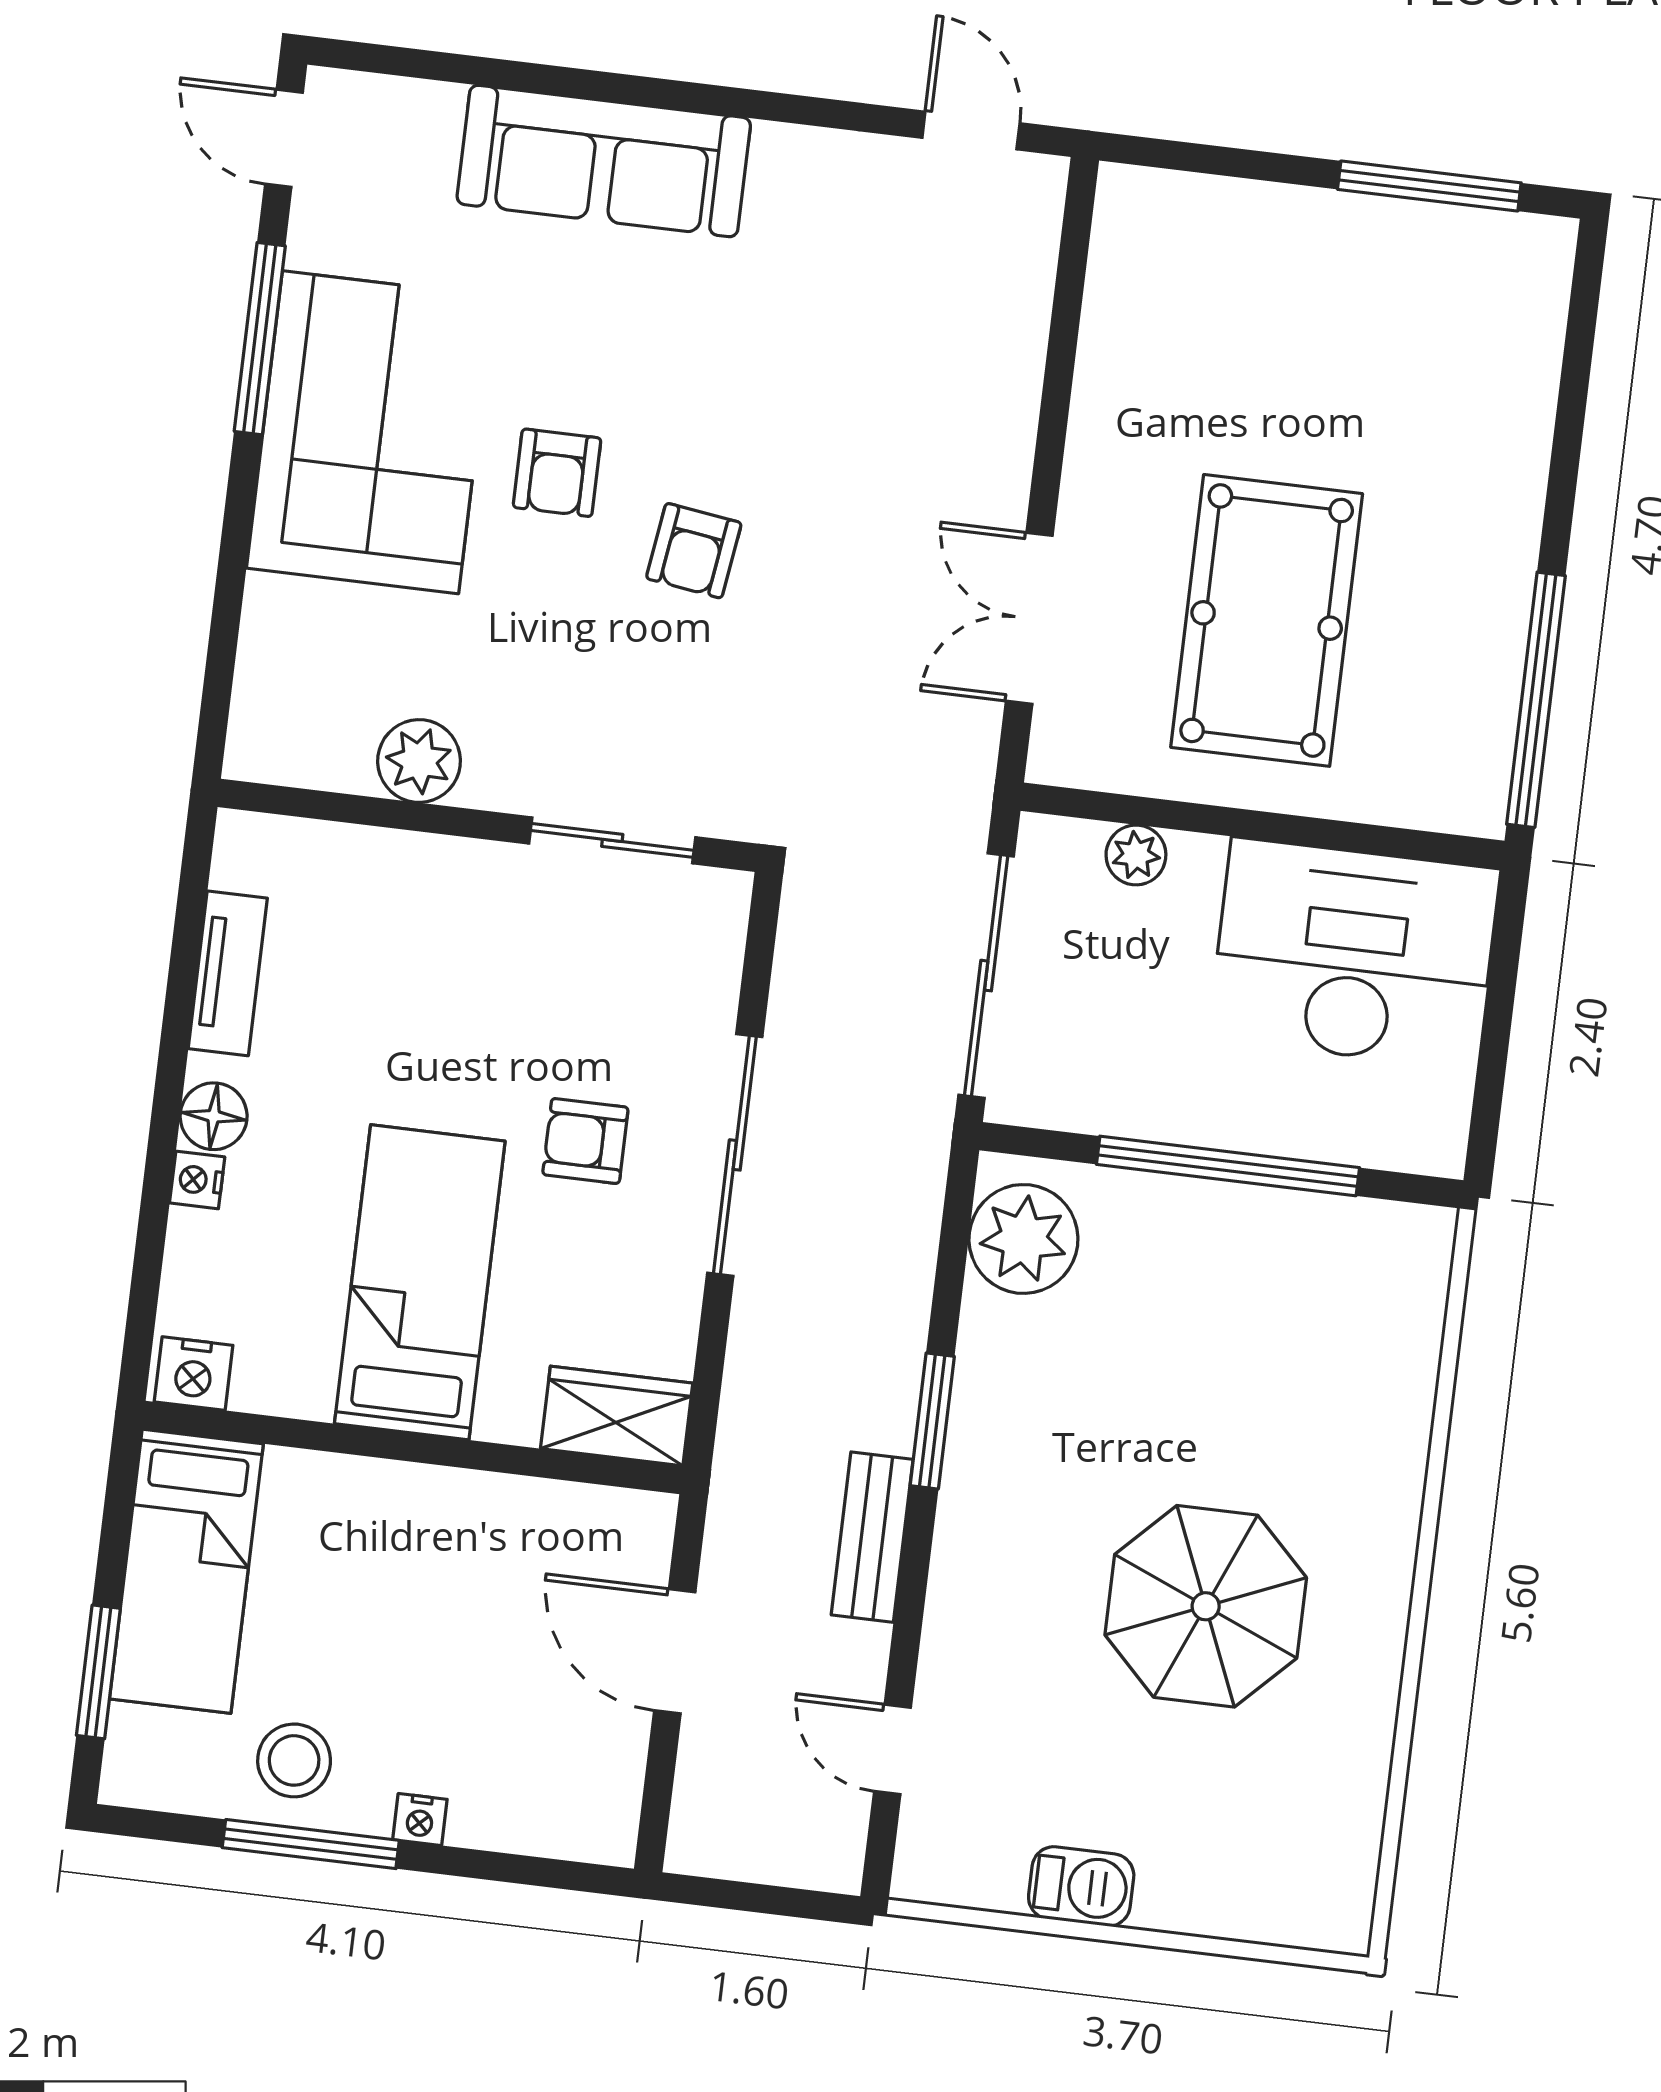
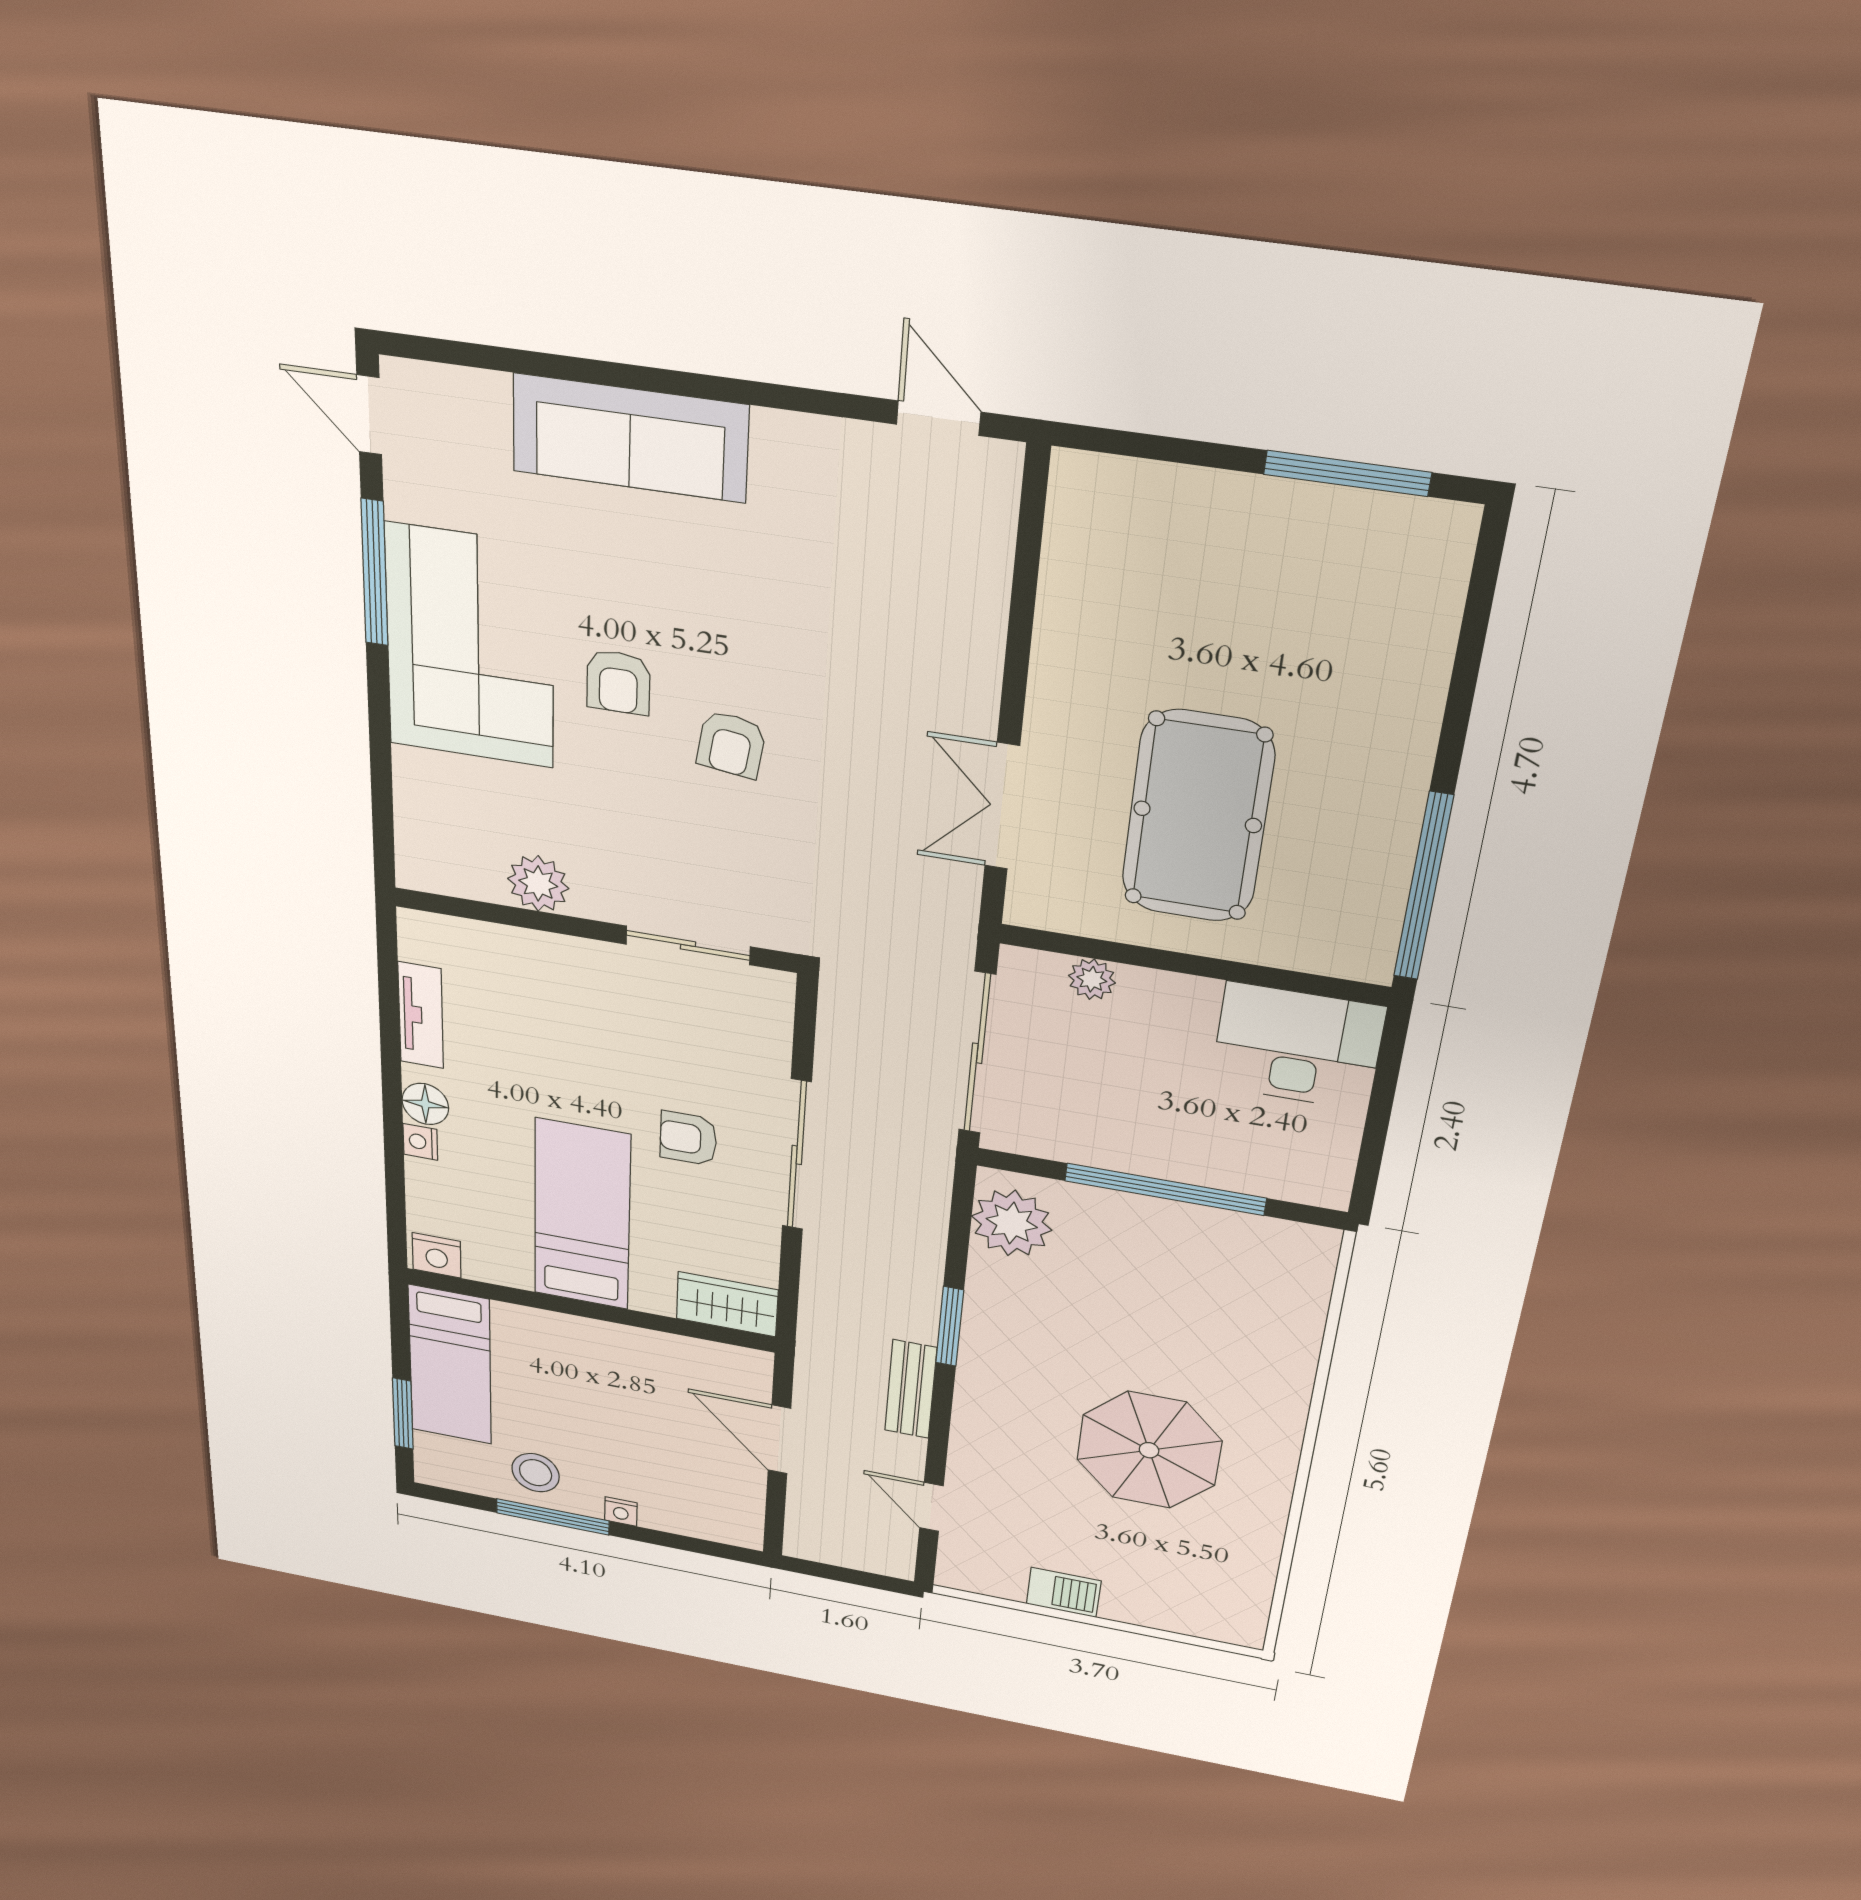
desk: (1354, 954) -> (1297, 1047), width x0.73, depth x0.77

